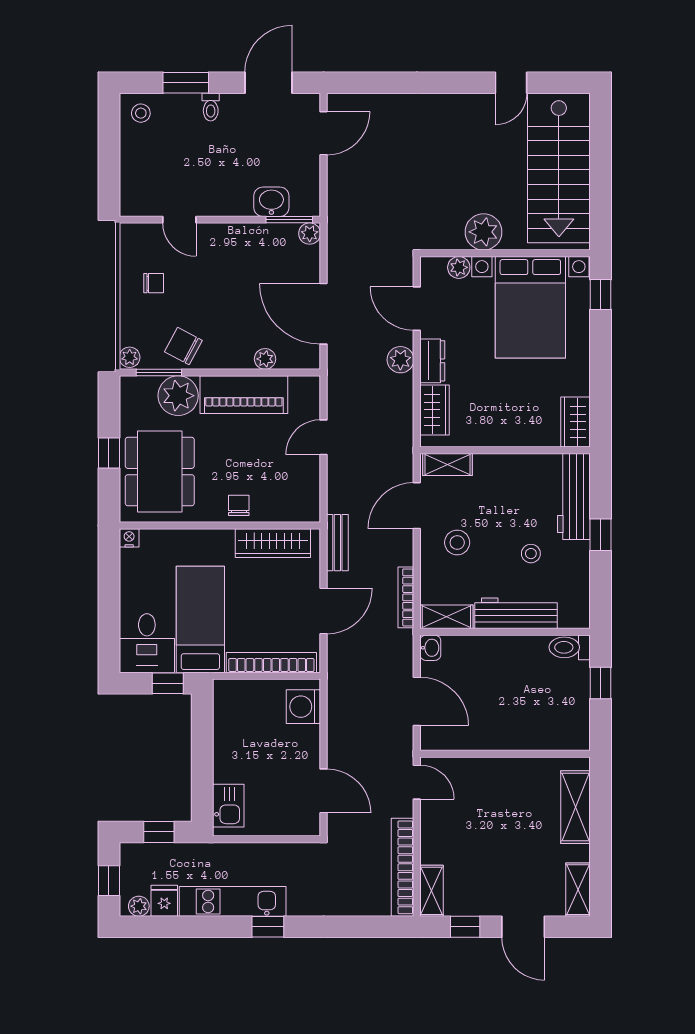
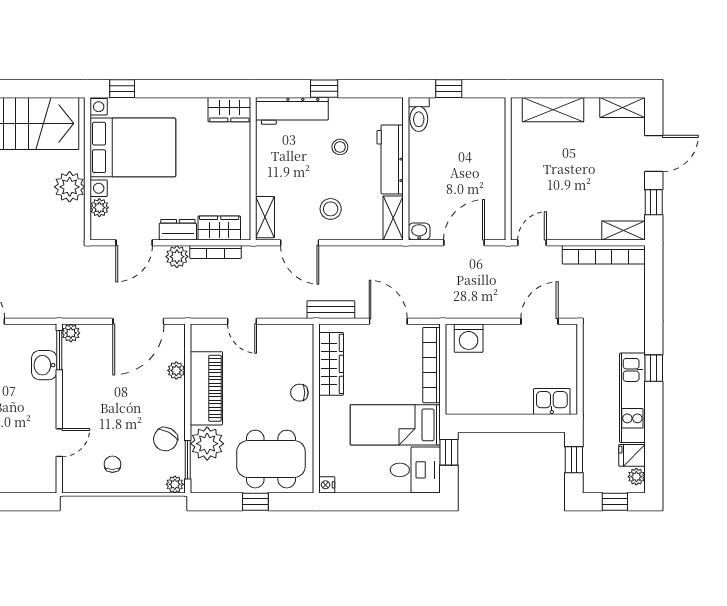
bookcase: (406, 597) -> (215, 252), moved

